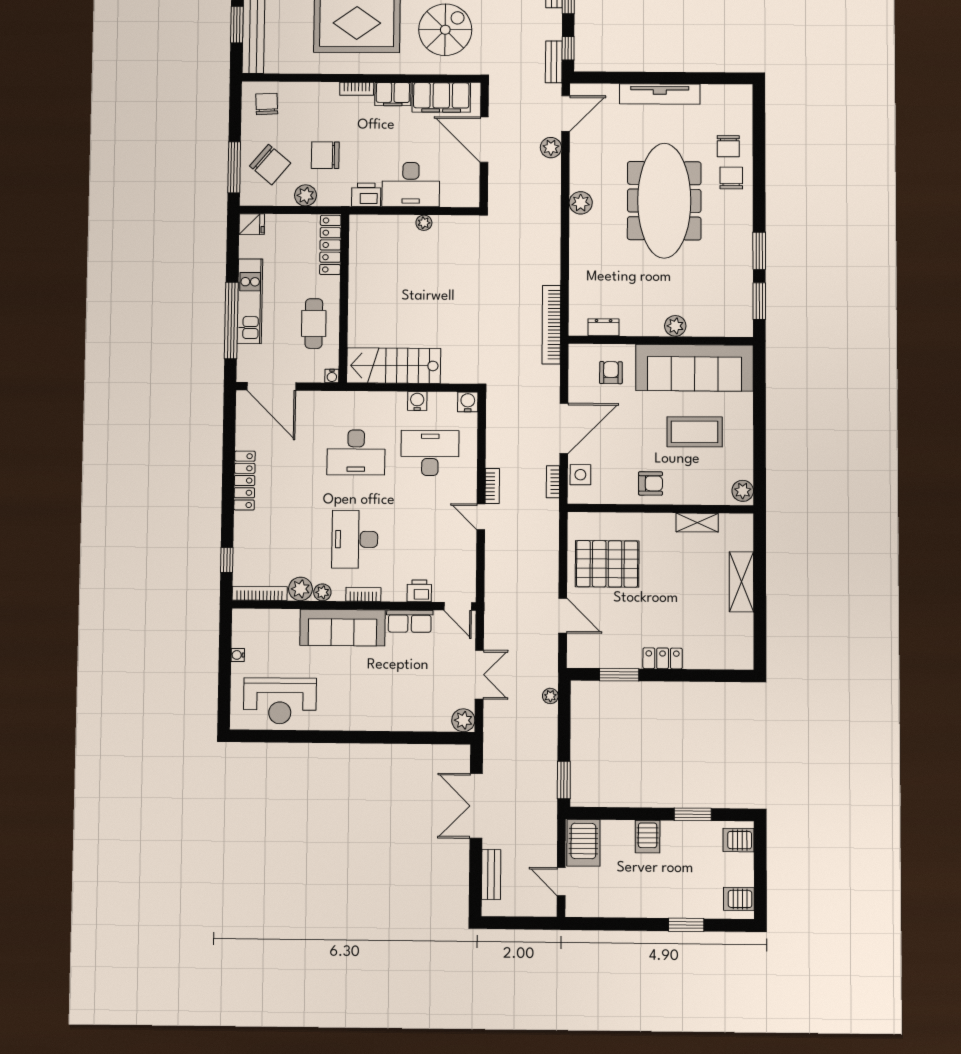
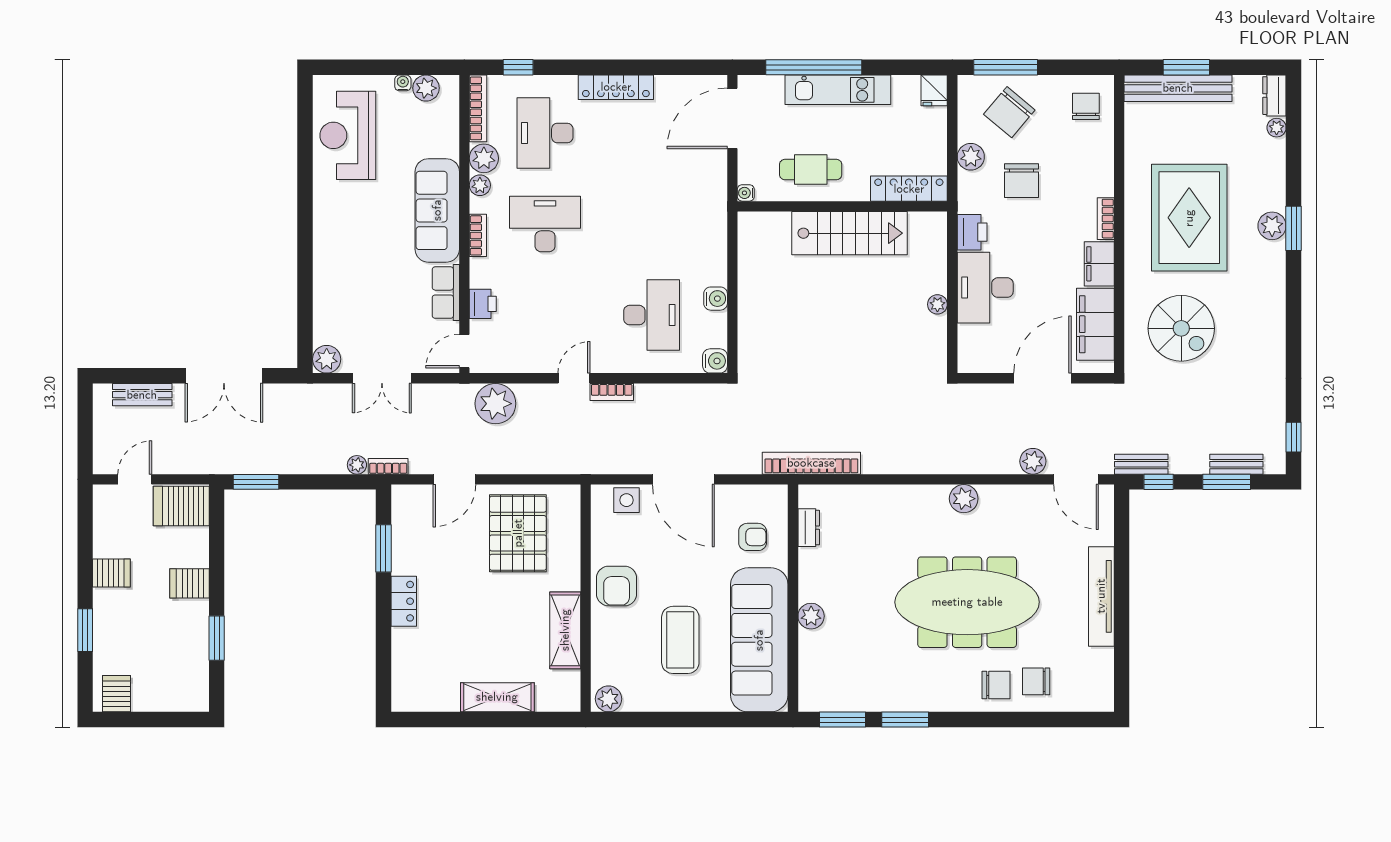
chair: (267, 104) -> (1086, 106), turned -87
chair: (325, 155) -> (1021, 181), turned 180
stairs: (394, 366) -> (850, 233), moved, turned 90
desk: (356, 452) -> (545, 133), moved
bookcase: (553, 482) -> (388, 466), moved
armchair: (651, 483) -> (617, 586), width x1.38, depth x1.38
shelving: (697, 523) -> (565, 630), width x1.50, depth x1.33
plant: (501, 581) -> (495, 404), added
plant: (242, 636) -> (426, 88), added
double door: (476, 806) -> (224, 376), swing flipped
server rack: (738, 840) -> (111, 573), moved, turned 90

